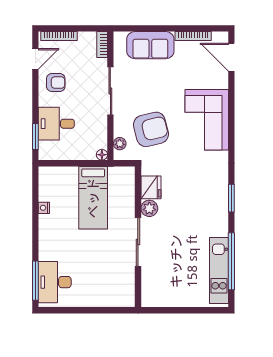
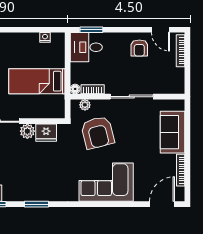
bookcase: (102, 45) -> (93, 89), moved
desk: (56, 124) -> (86, 47), moved, turned -90
nightstand: (44, 208) -> (45, 37), moved

